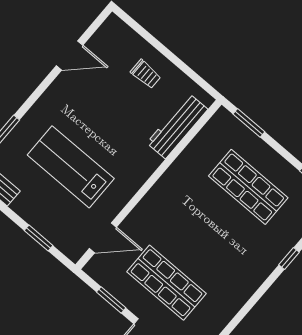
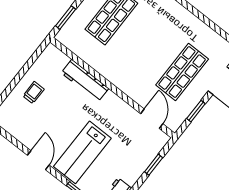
door: (70, 55) -> (38, 160), moved
workbench: (177, 126) -> (85, 81), moved
lab bench: (71, 167) -> (82, 152), moved

